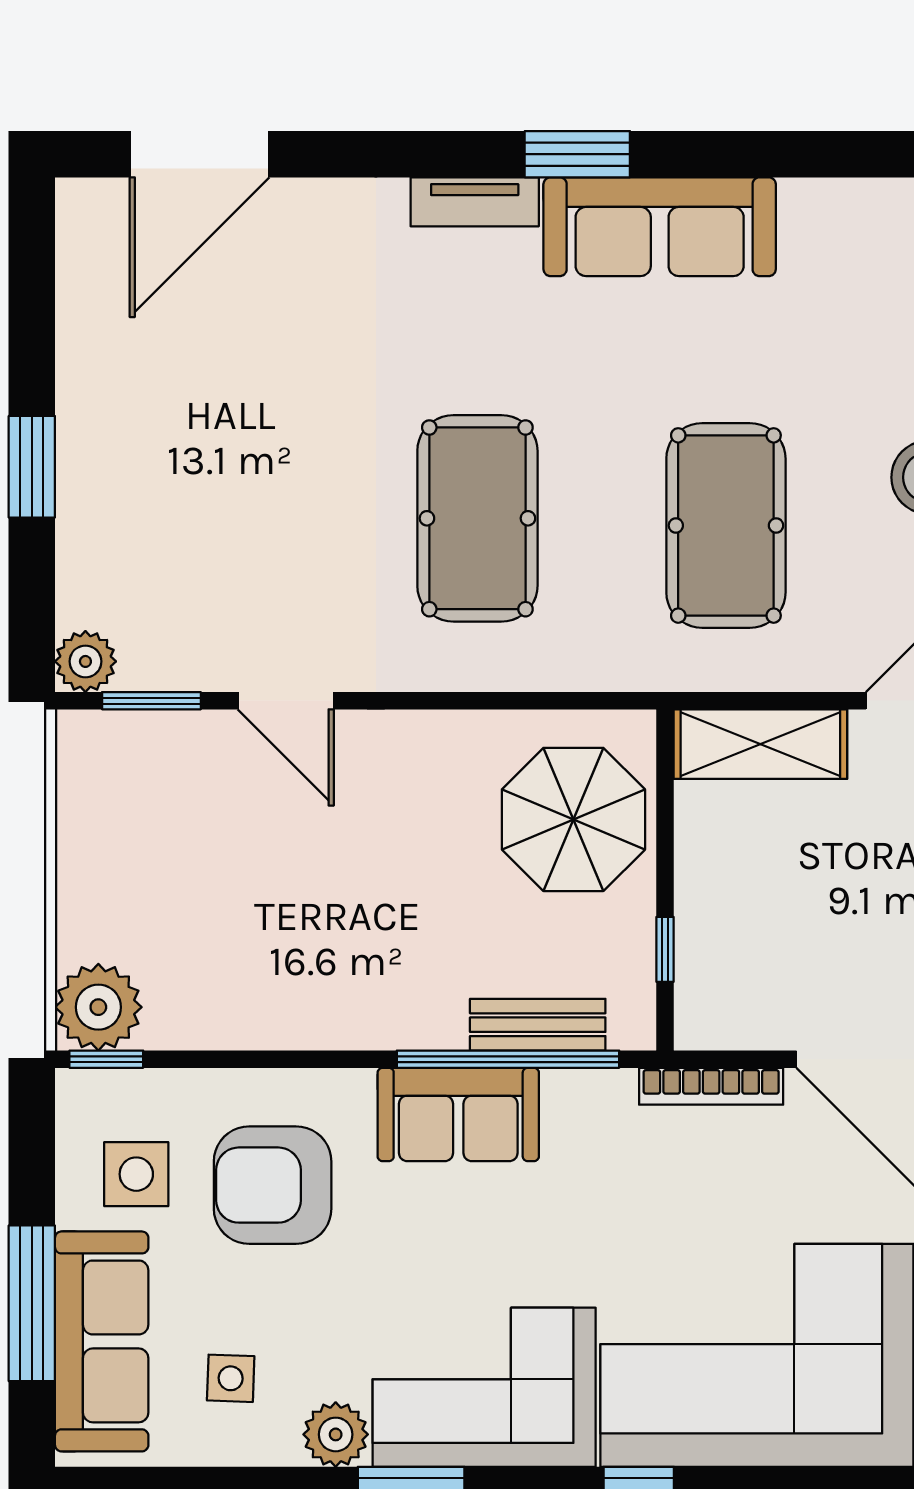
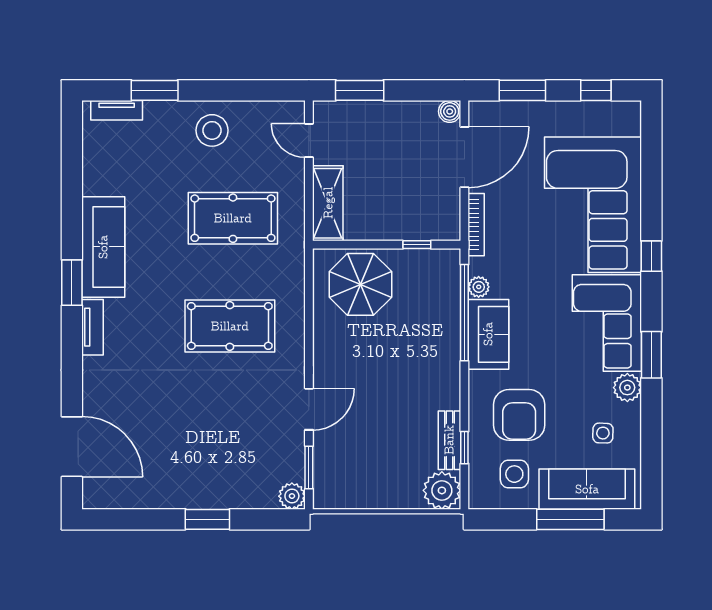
bench: (538, 1025) -> (449, 440), moved
window: (106, 1059) -> (464, 448), moved
plant: (568, 1092) -> (479, 287), added

